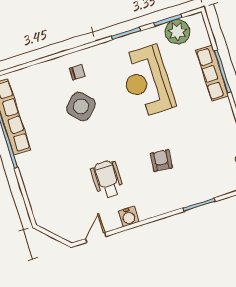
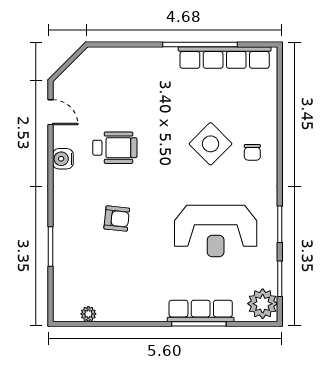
plant: (177, 32) -> (263, 304), moved
reception desk: (147, 81) -> (216, 231), turned 180

